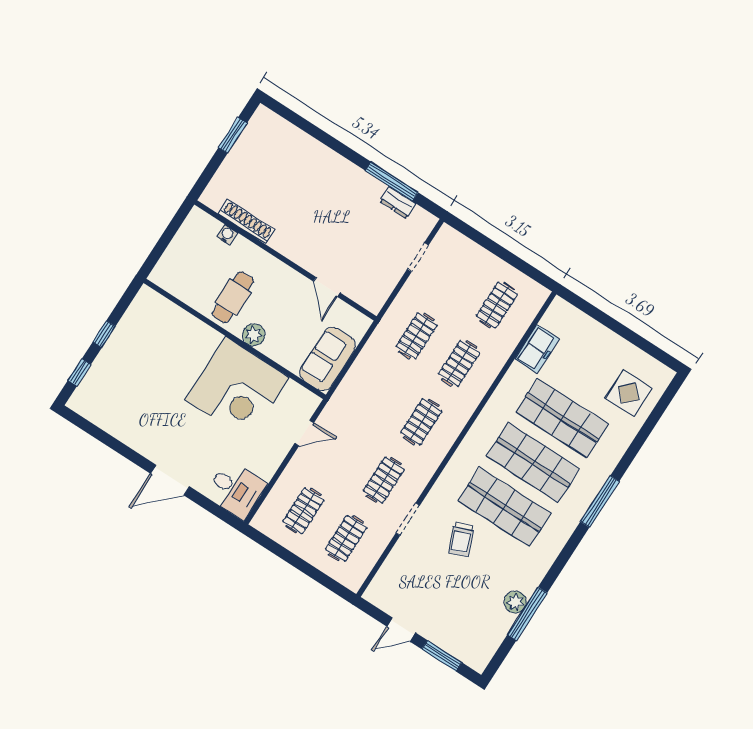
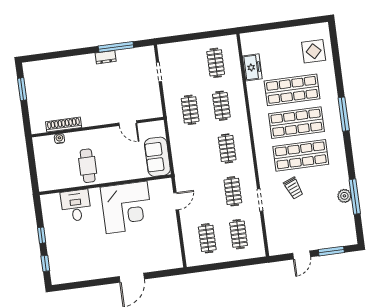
dresser: (398, 202) -> (106, 57), moved
plant: (254, 335) -> (113, 175), removed
desk: (236, 489) -> (76, 206), moved, turned -90

